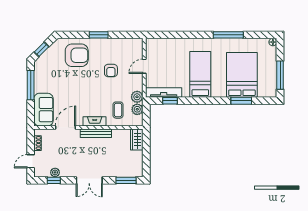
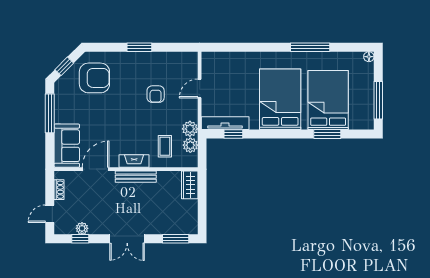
armchair: (77, 55) -> (94, 78), moved
bed: (200, 74) -> (280, 99), width x1.50

